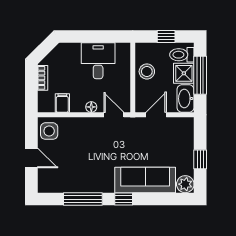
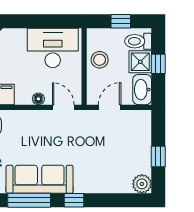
desk: (98, 61) -> (53, 48), width x1.37
window: (200, 75) -> (158, 64), width x0.46
sofa: (145, 180) -> (40, 179), moved

